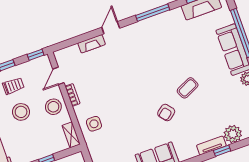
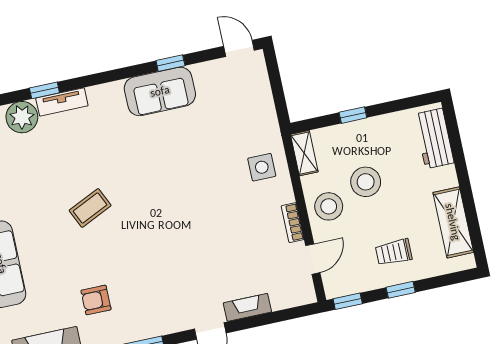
stool: (21, 112) -> (366, 182), moved
armchair: (166, 113) -> (96, 300), moved, turned -141

